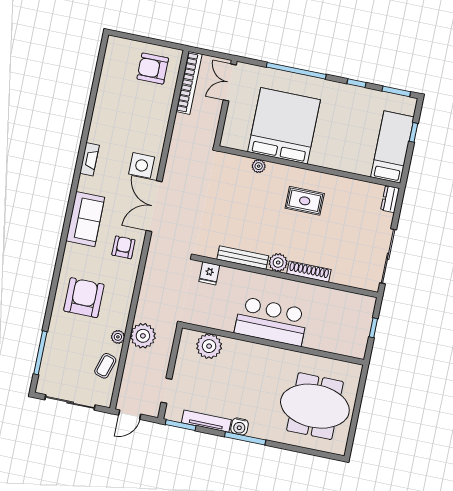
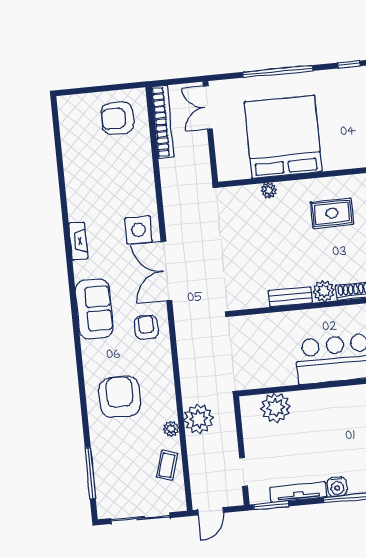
bench: (243, 258) -> (290, 297), width x0.73
fridge: (209, 273) -> (251, 327), removed

